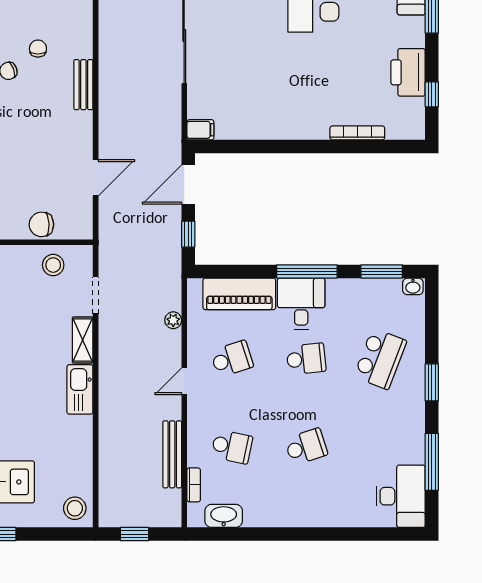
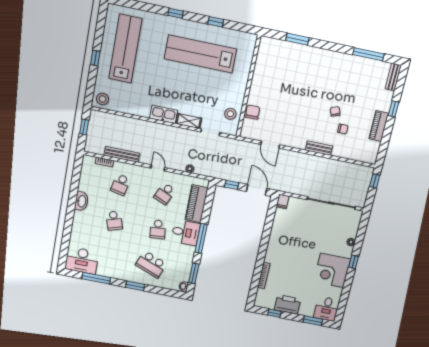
school desk: (232, 359) -> (165, 194), turned 42
washbasin: (224, 516) -> (82, 201), moved

